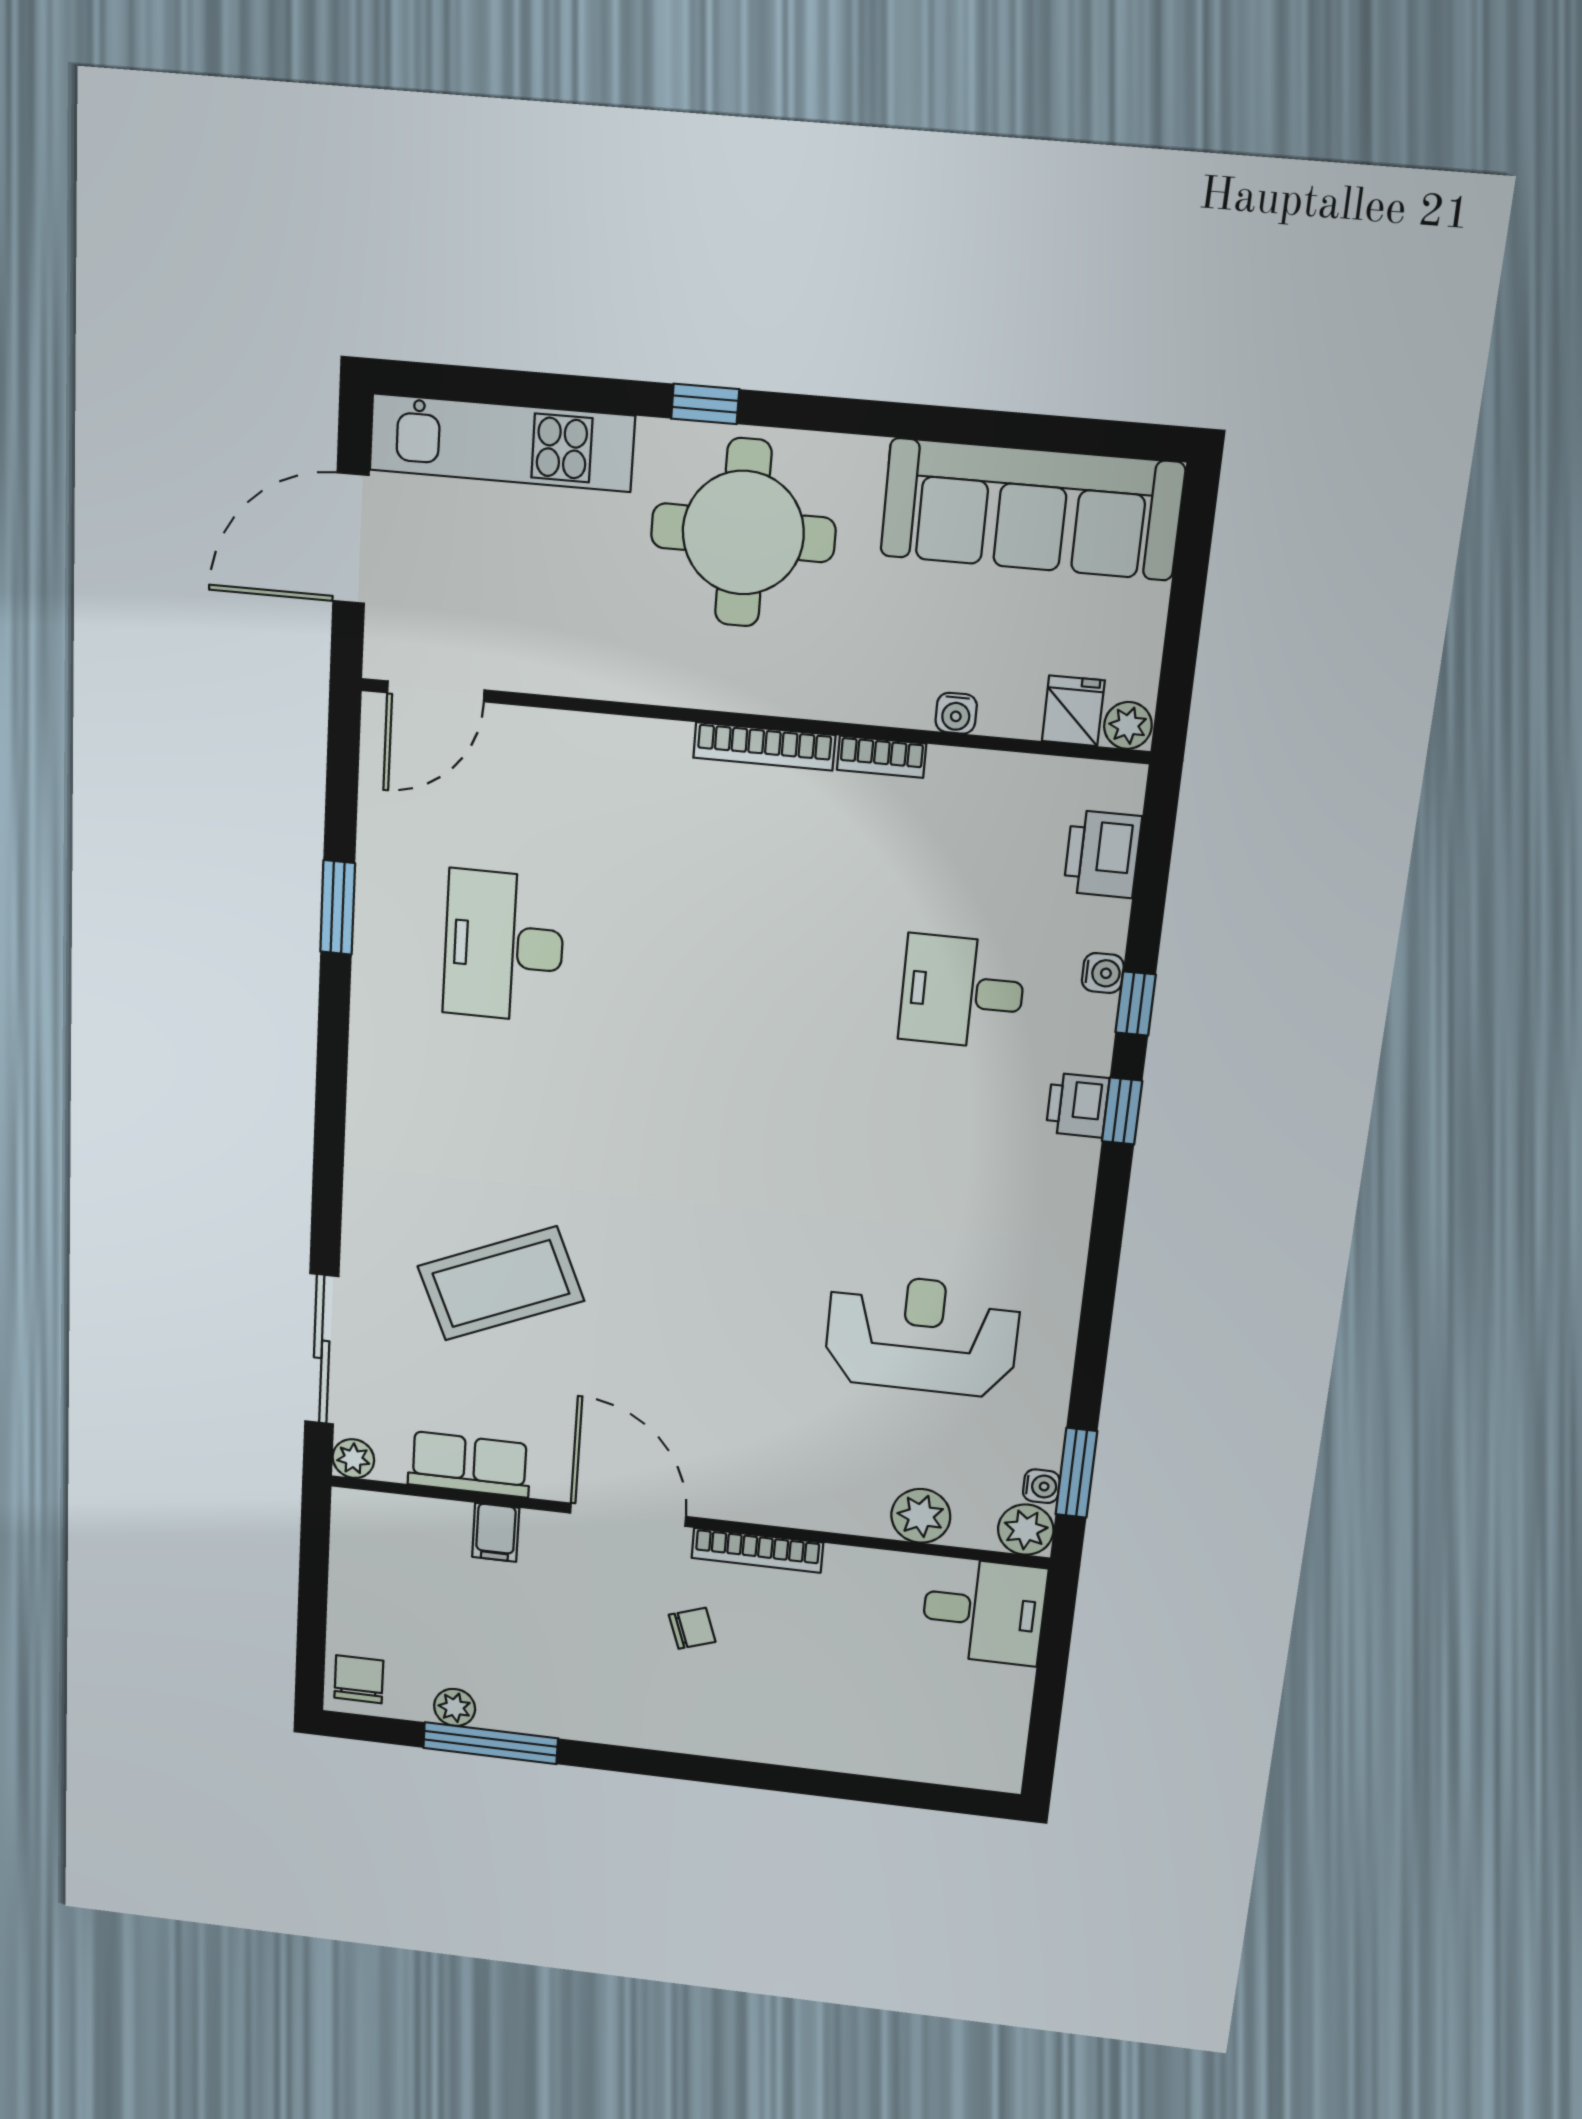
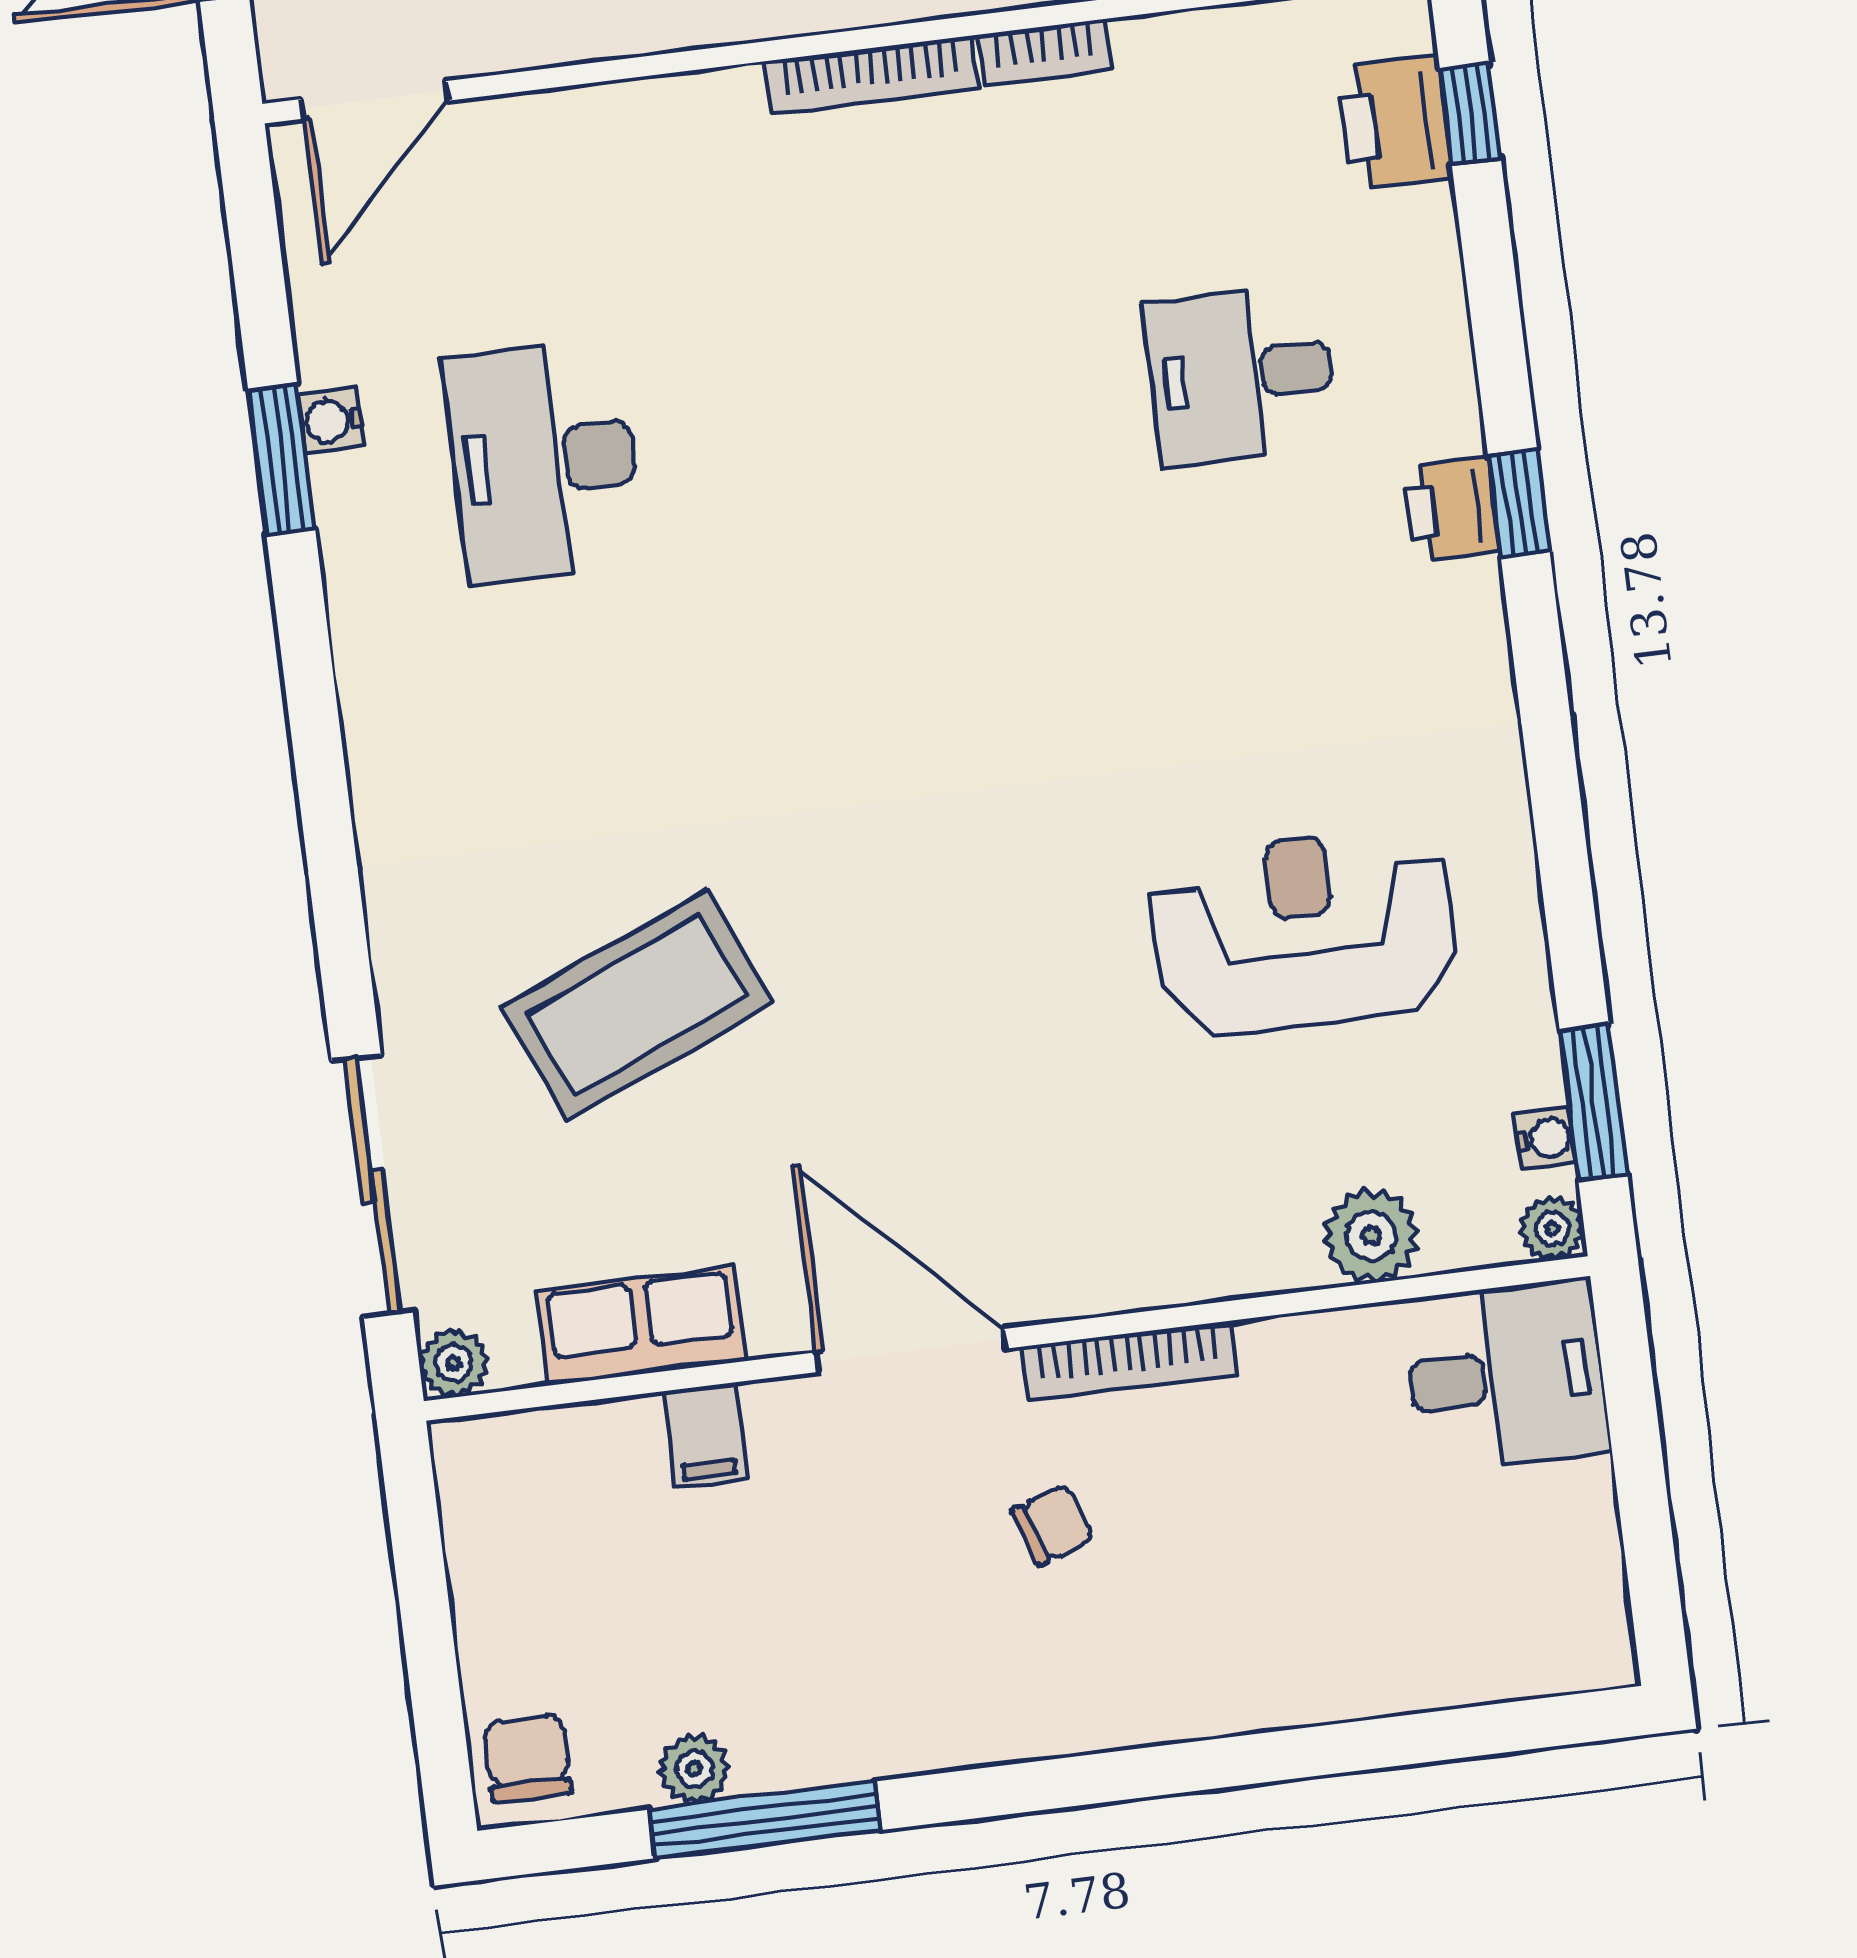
water cooler: (1103, 973) -> (331, 420), moved, turned 180
window: (1136, 1004) -> (1470, 114), moved
plant: (1026, 1530) -> (1552, 1228), width x0.73, depth x0.73

